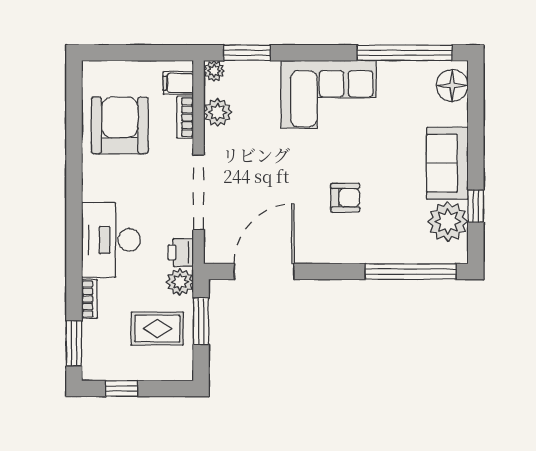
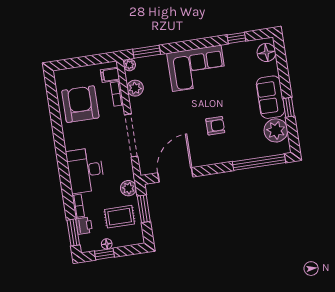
window: (405, 53) -> (236, 38), width x0.32
window: (476, 206) -> (289, 107), moved
printer: (181, 252) -> (84, 226), moved, turned 180
floor lamp: (128, 372) -> (107, 244), added

